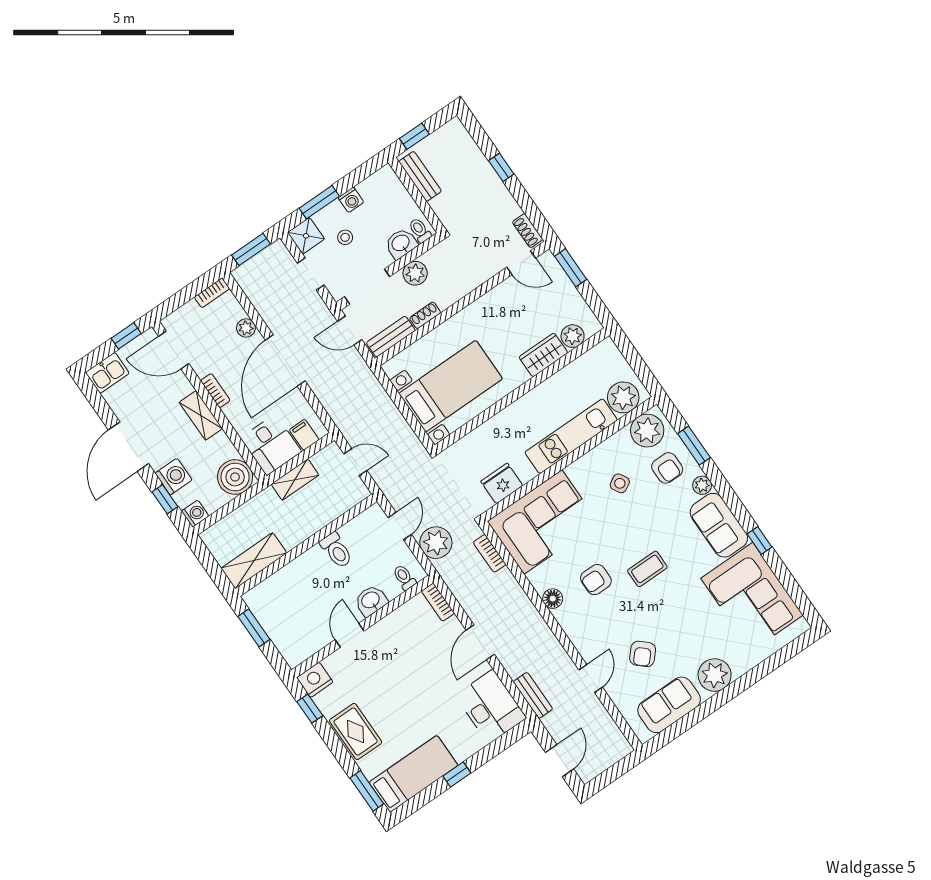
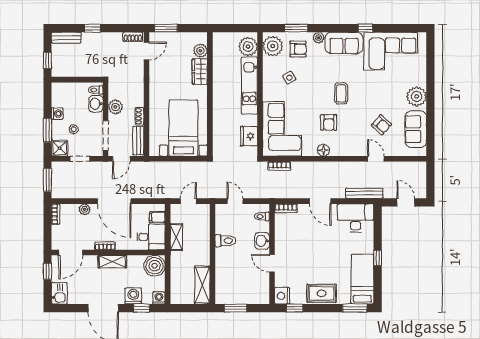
bench: (420, 176) -> (66, 38), moved
plant: (436, 543) -> (256, 189), removed
bench: (533, 695) -> (364, 193), width x1.36

